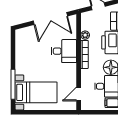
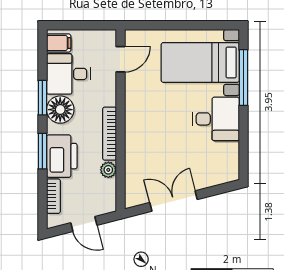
double door: (50, 18) -> (174, 201), width x0.73
desk: (64, 51) -> (216, 119), moved, turned 180

